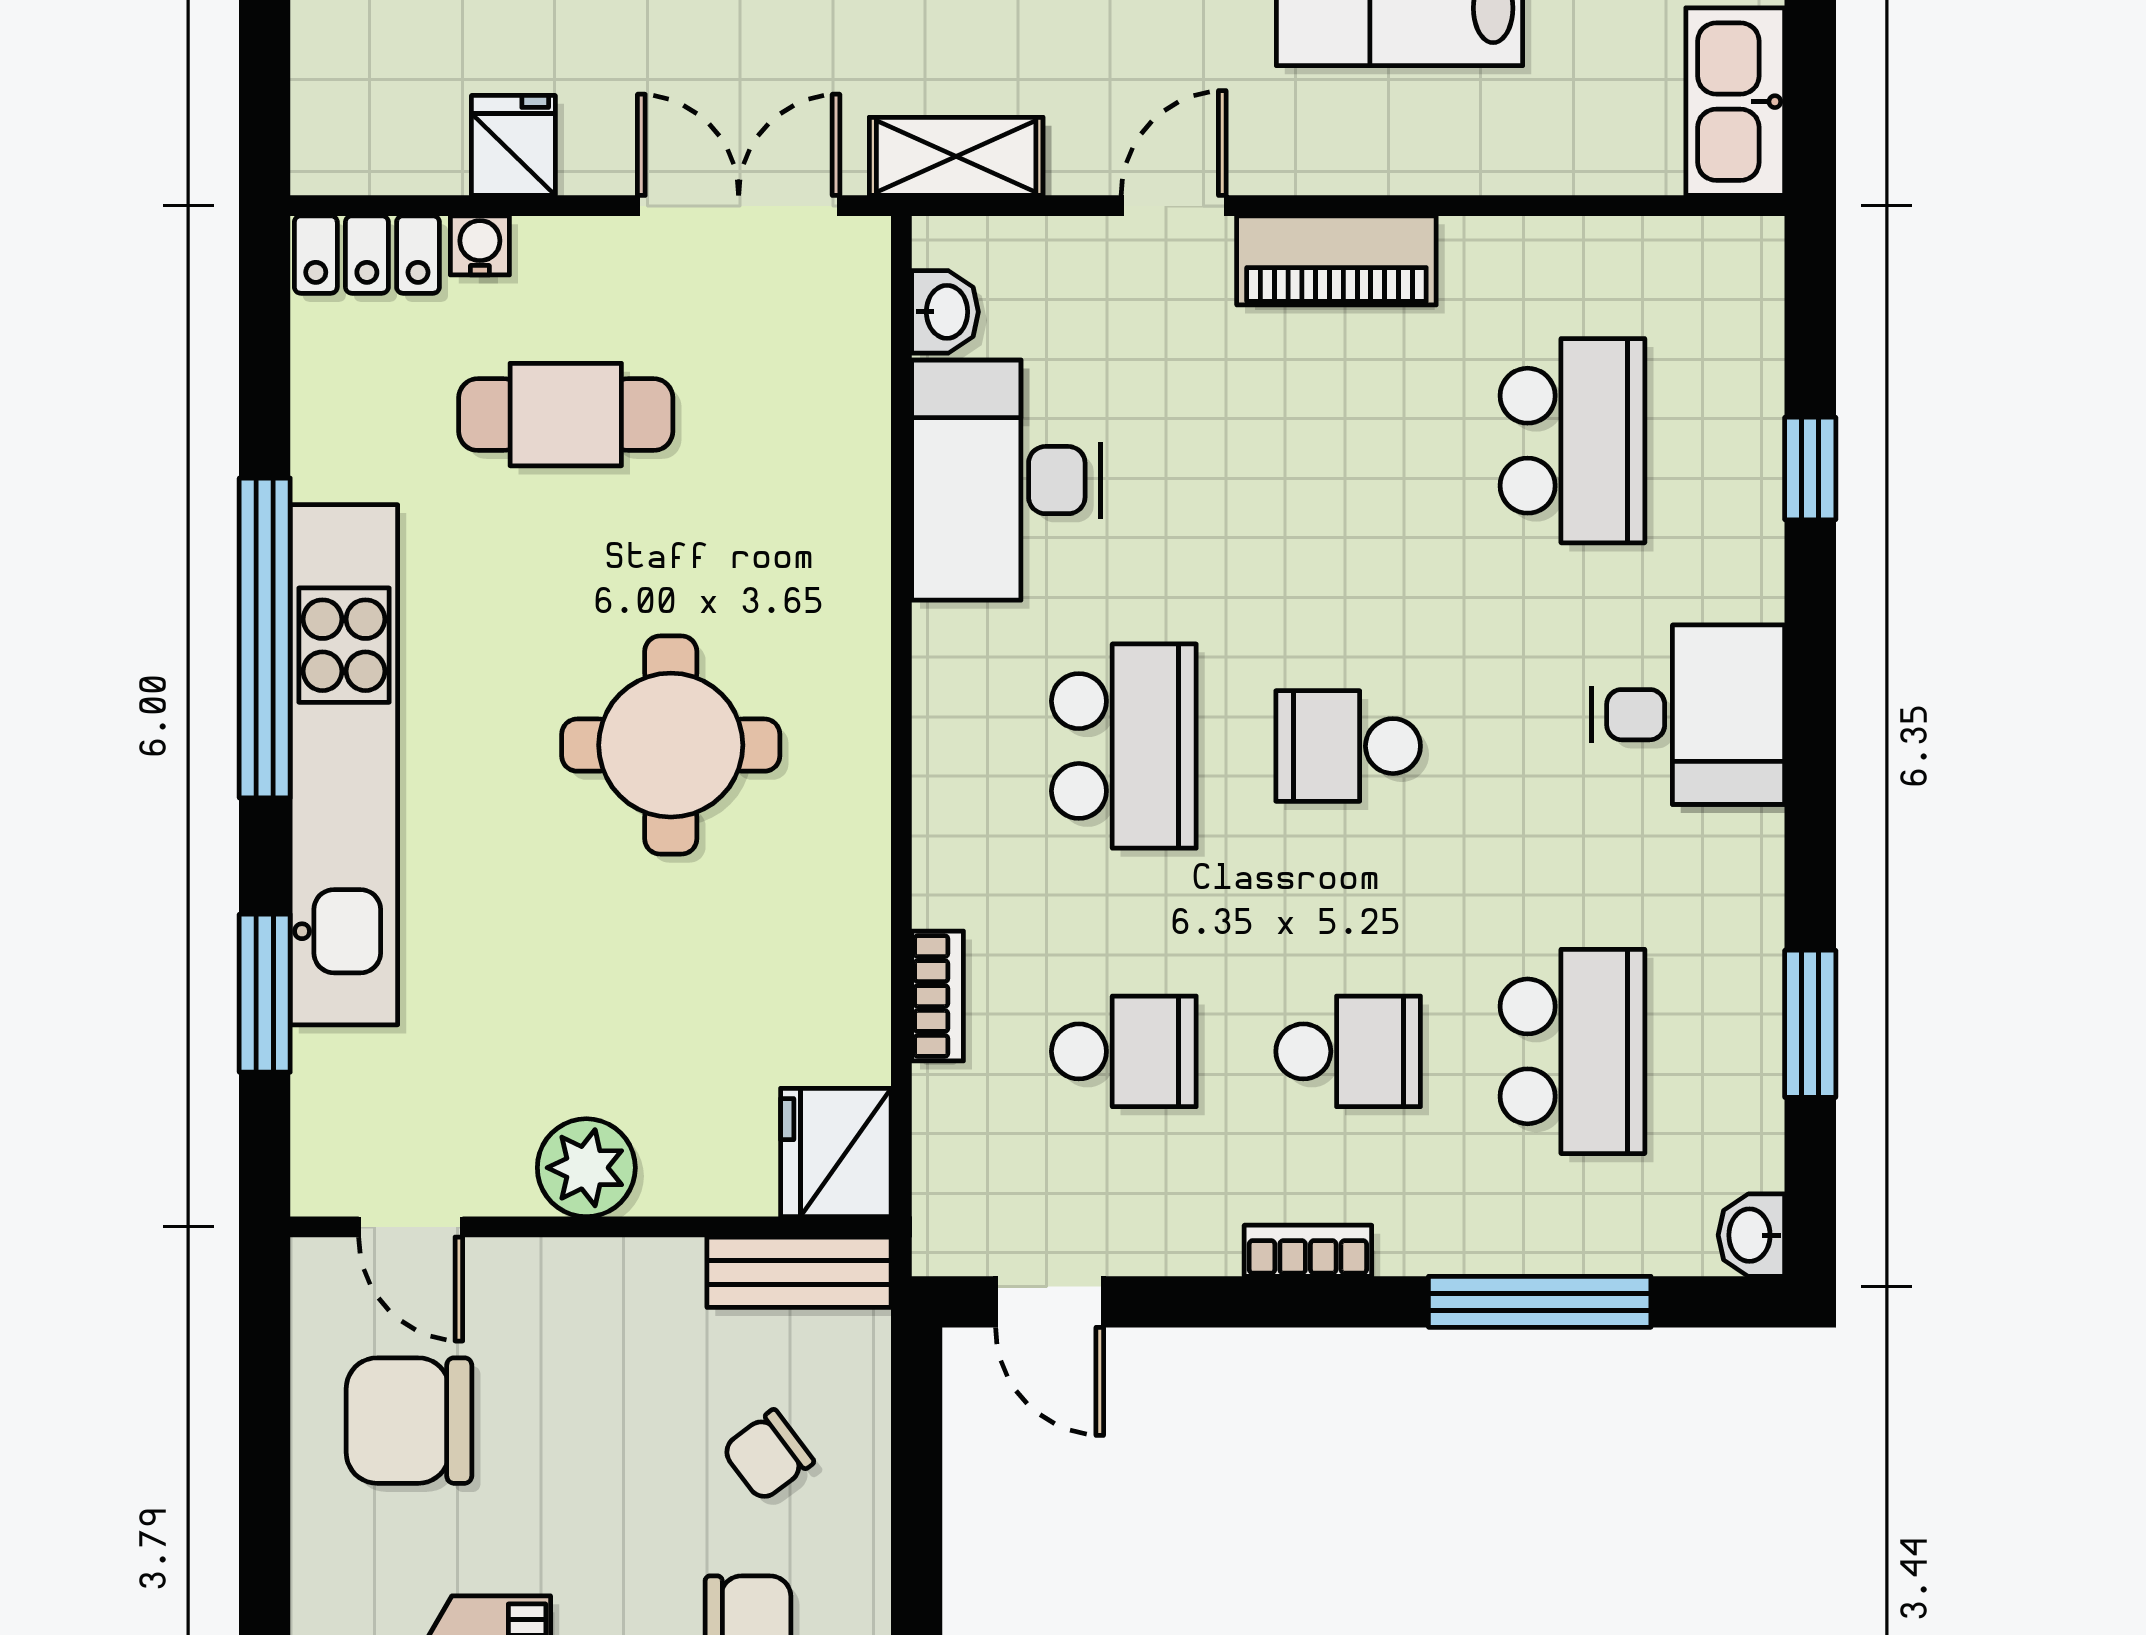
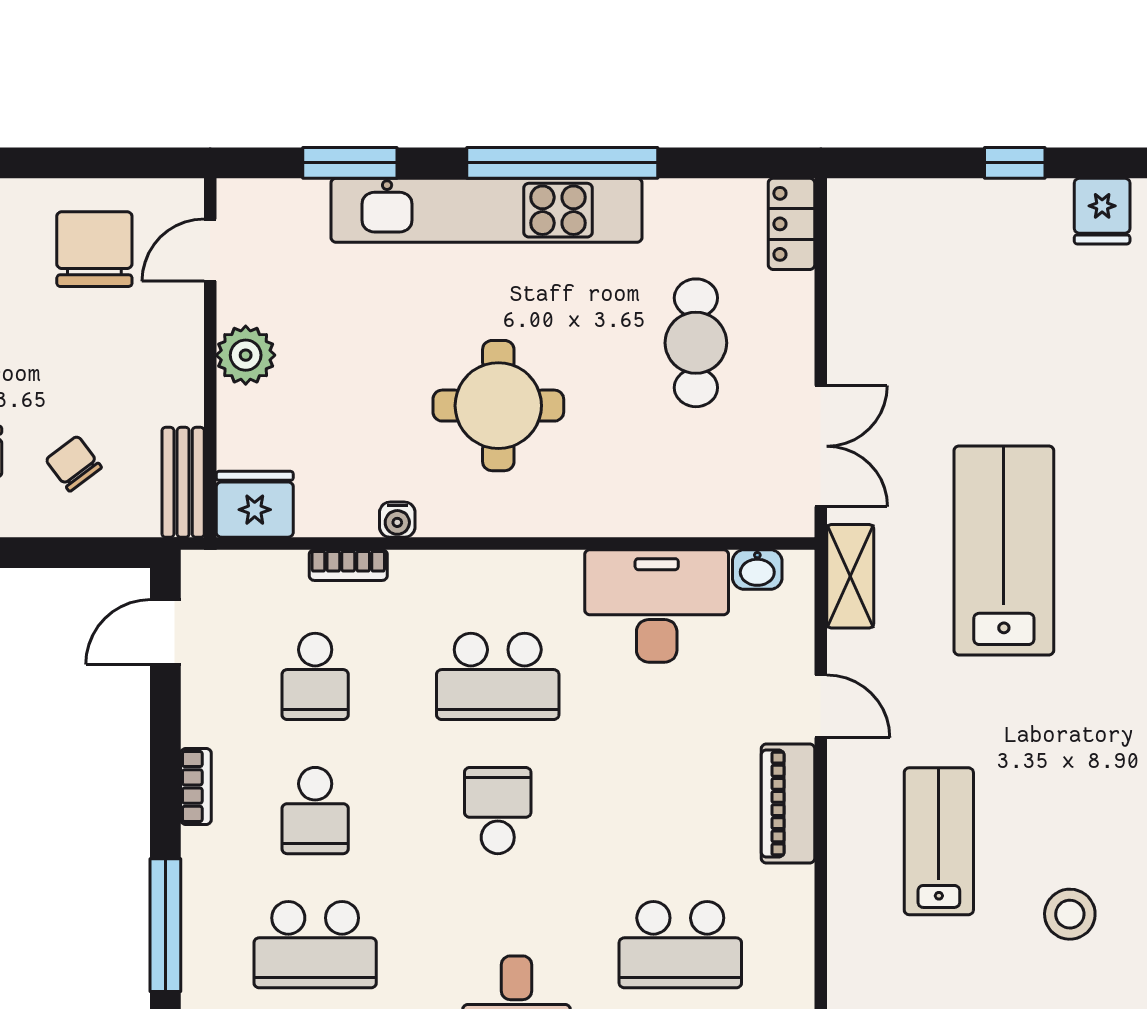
fridge: (513, 145) -> (857, 311), removed
water cooler: (480, 245) -> (397, 520), moved, turned 90

